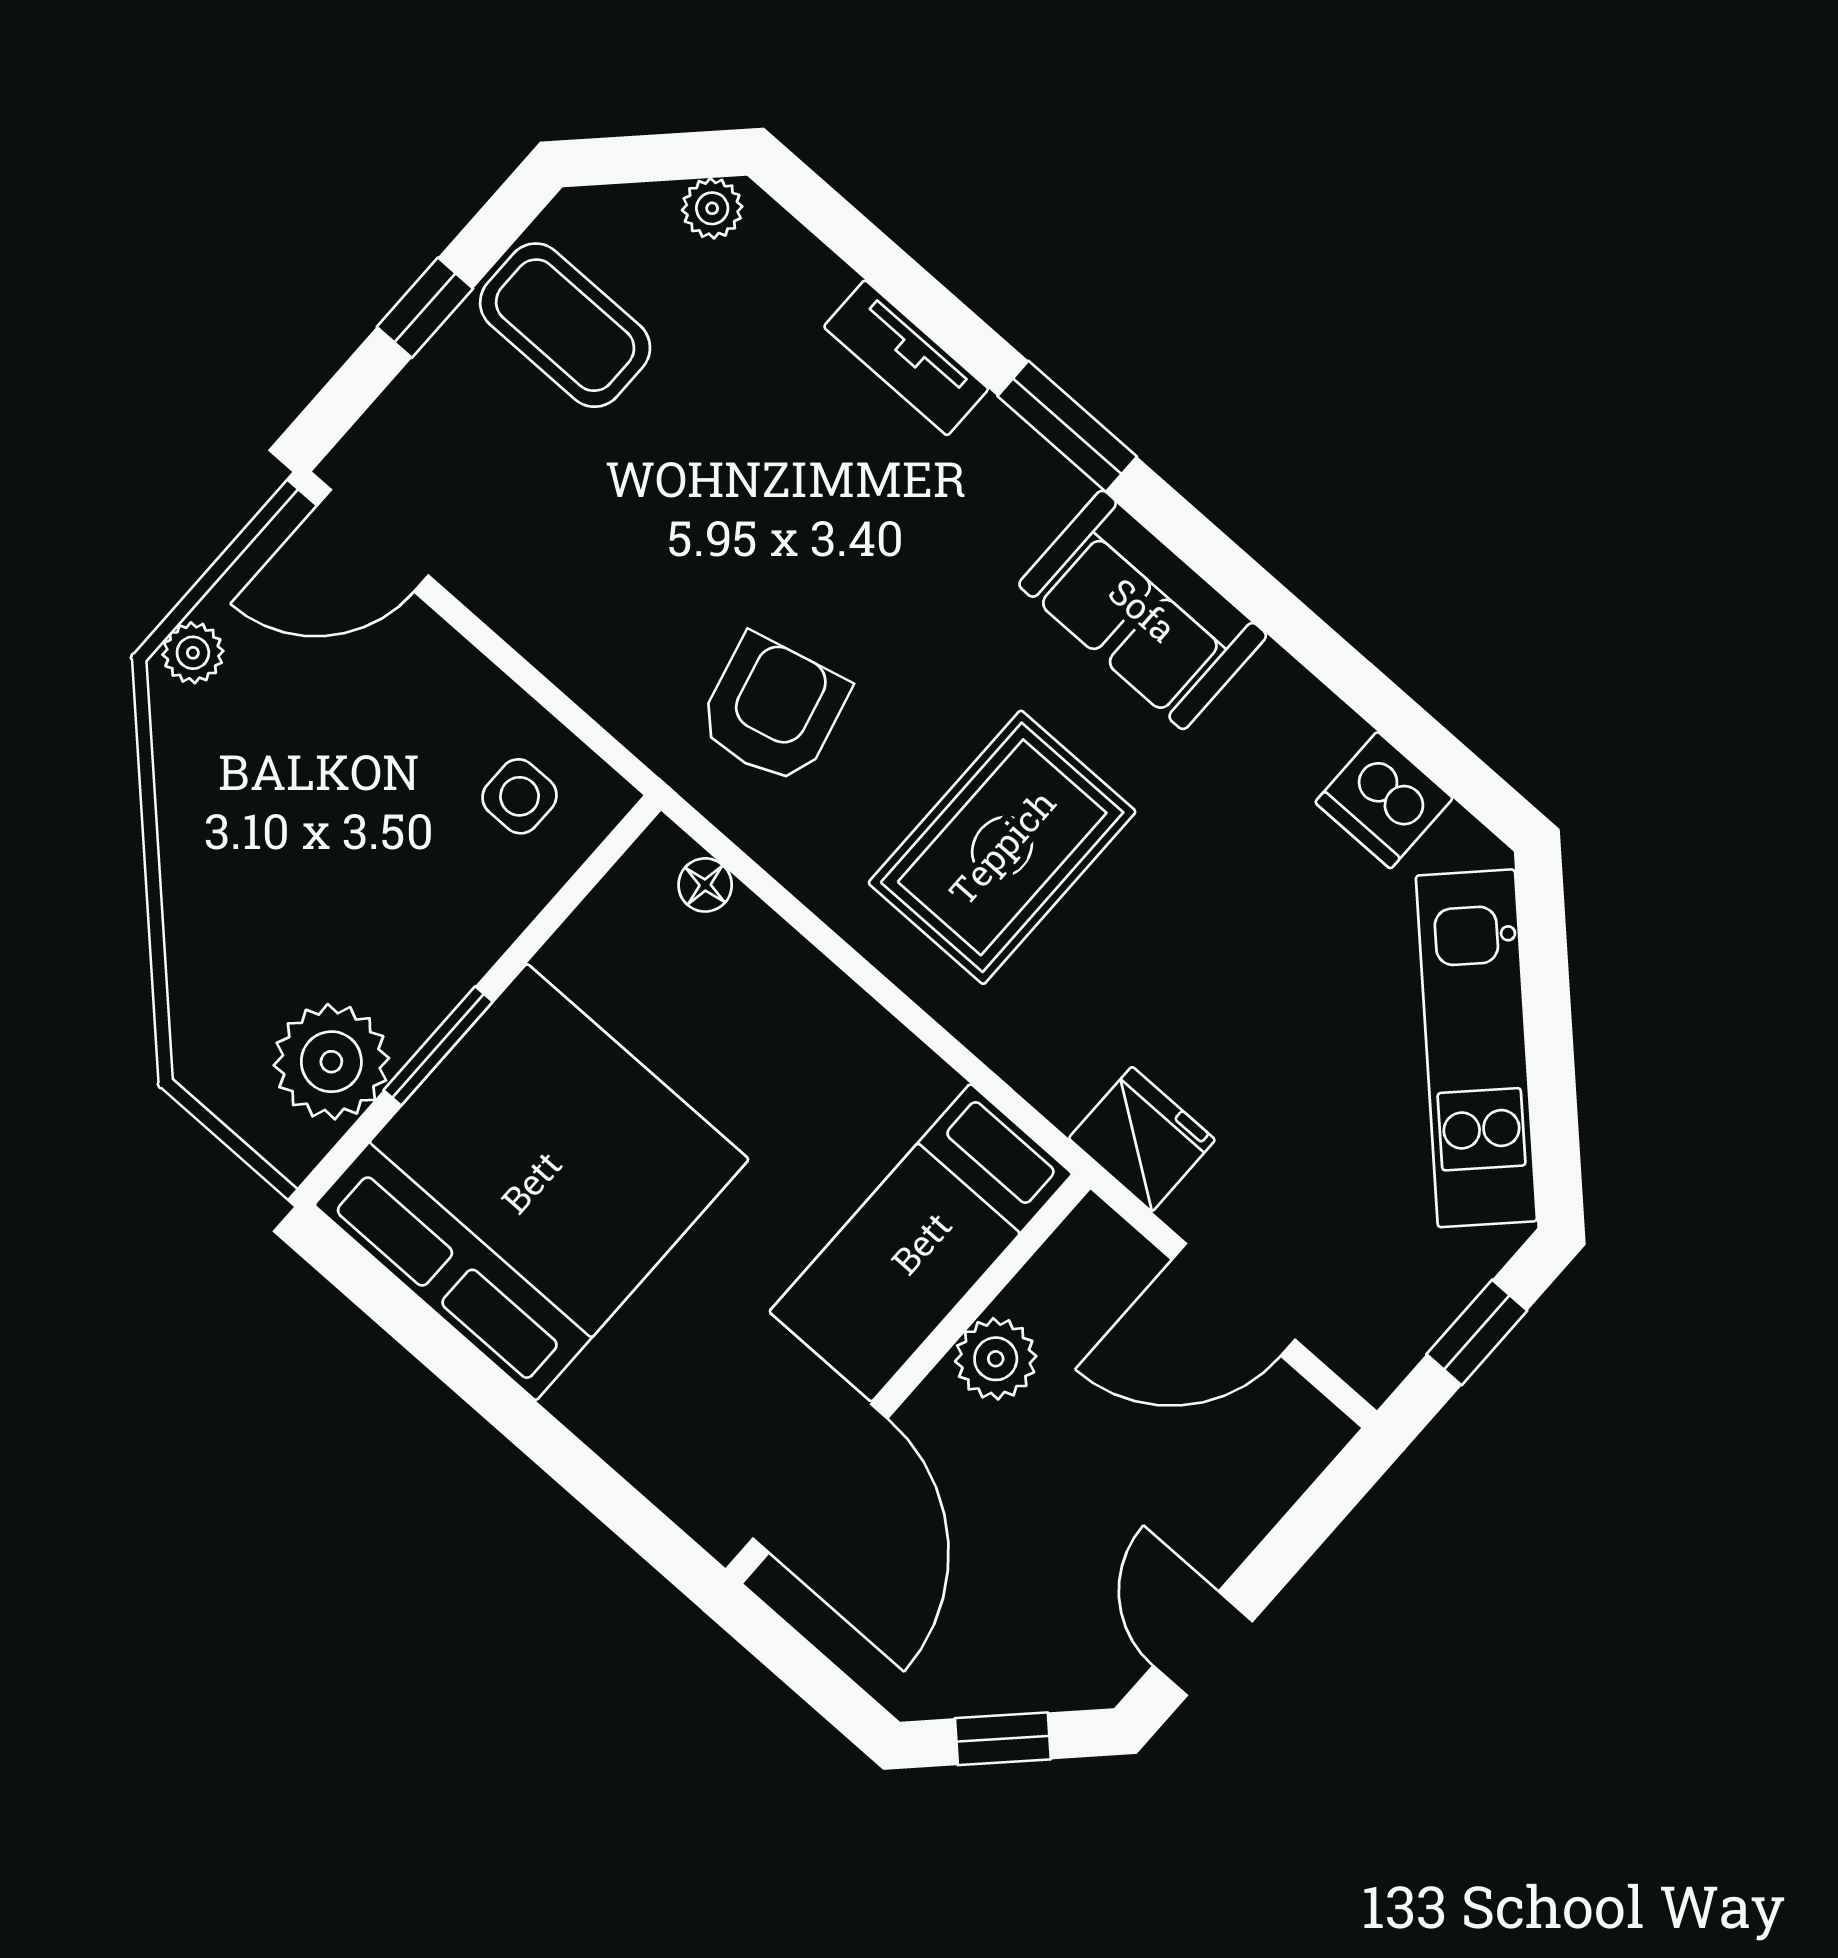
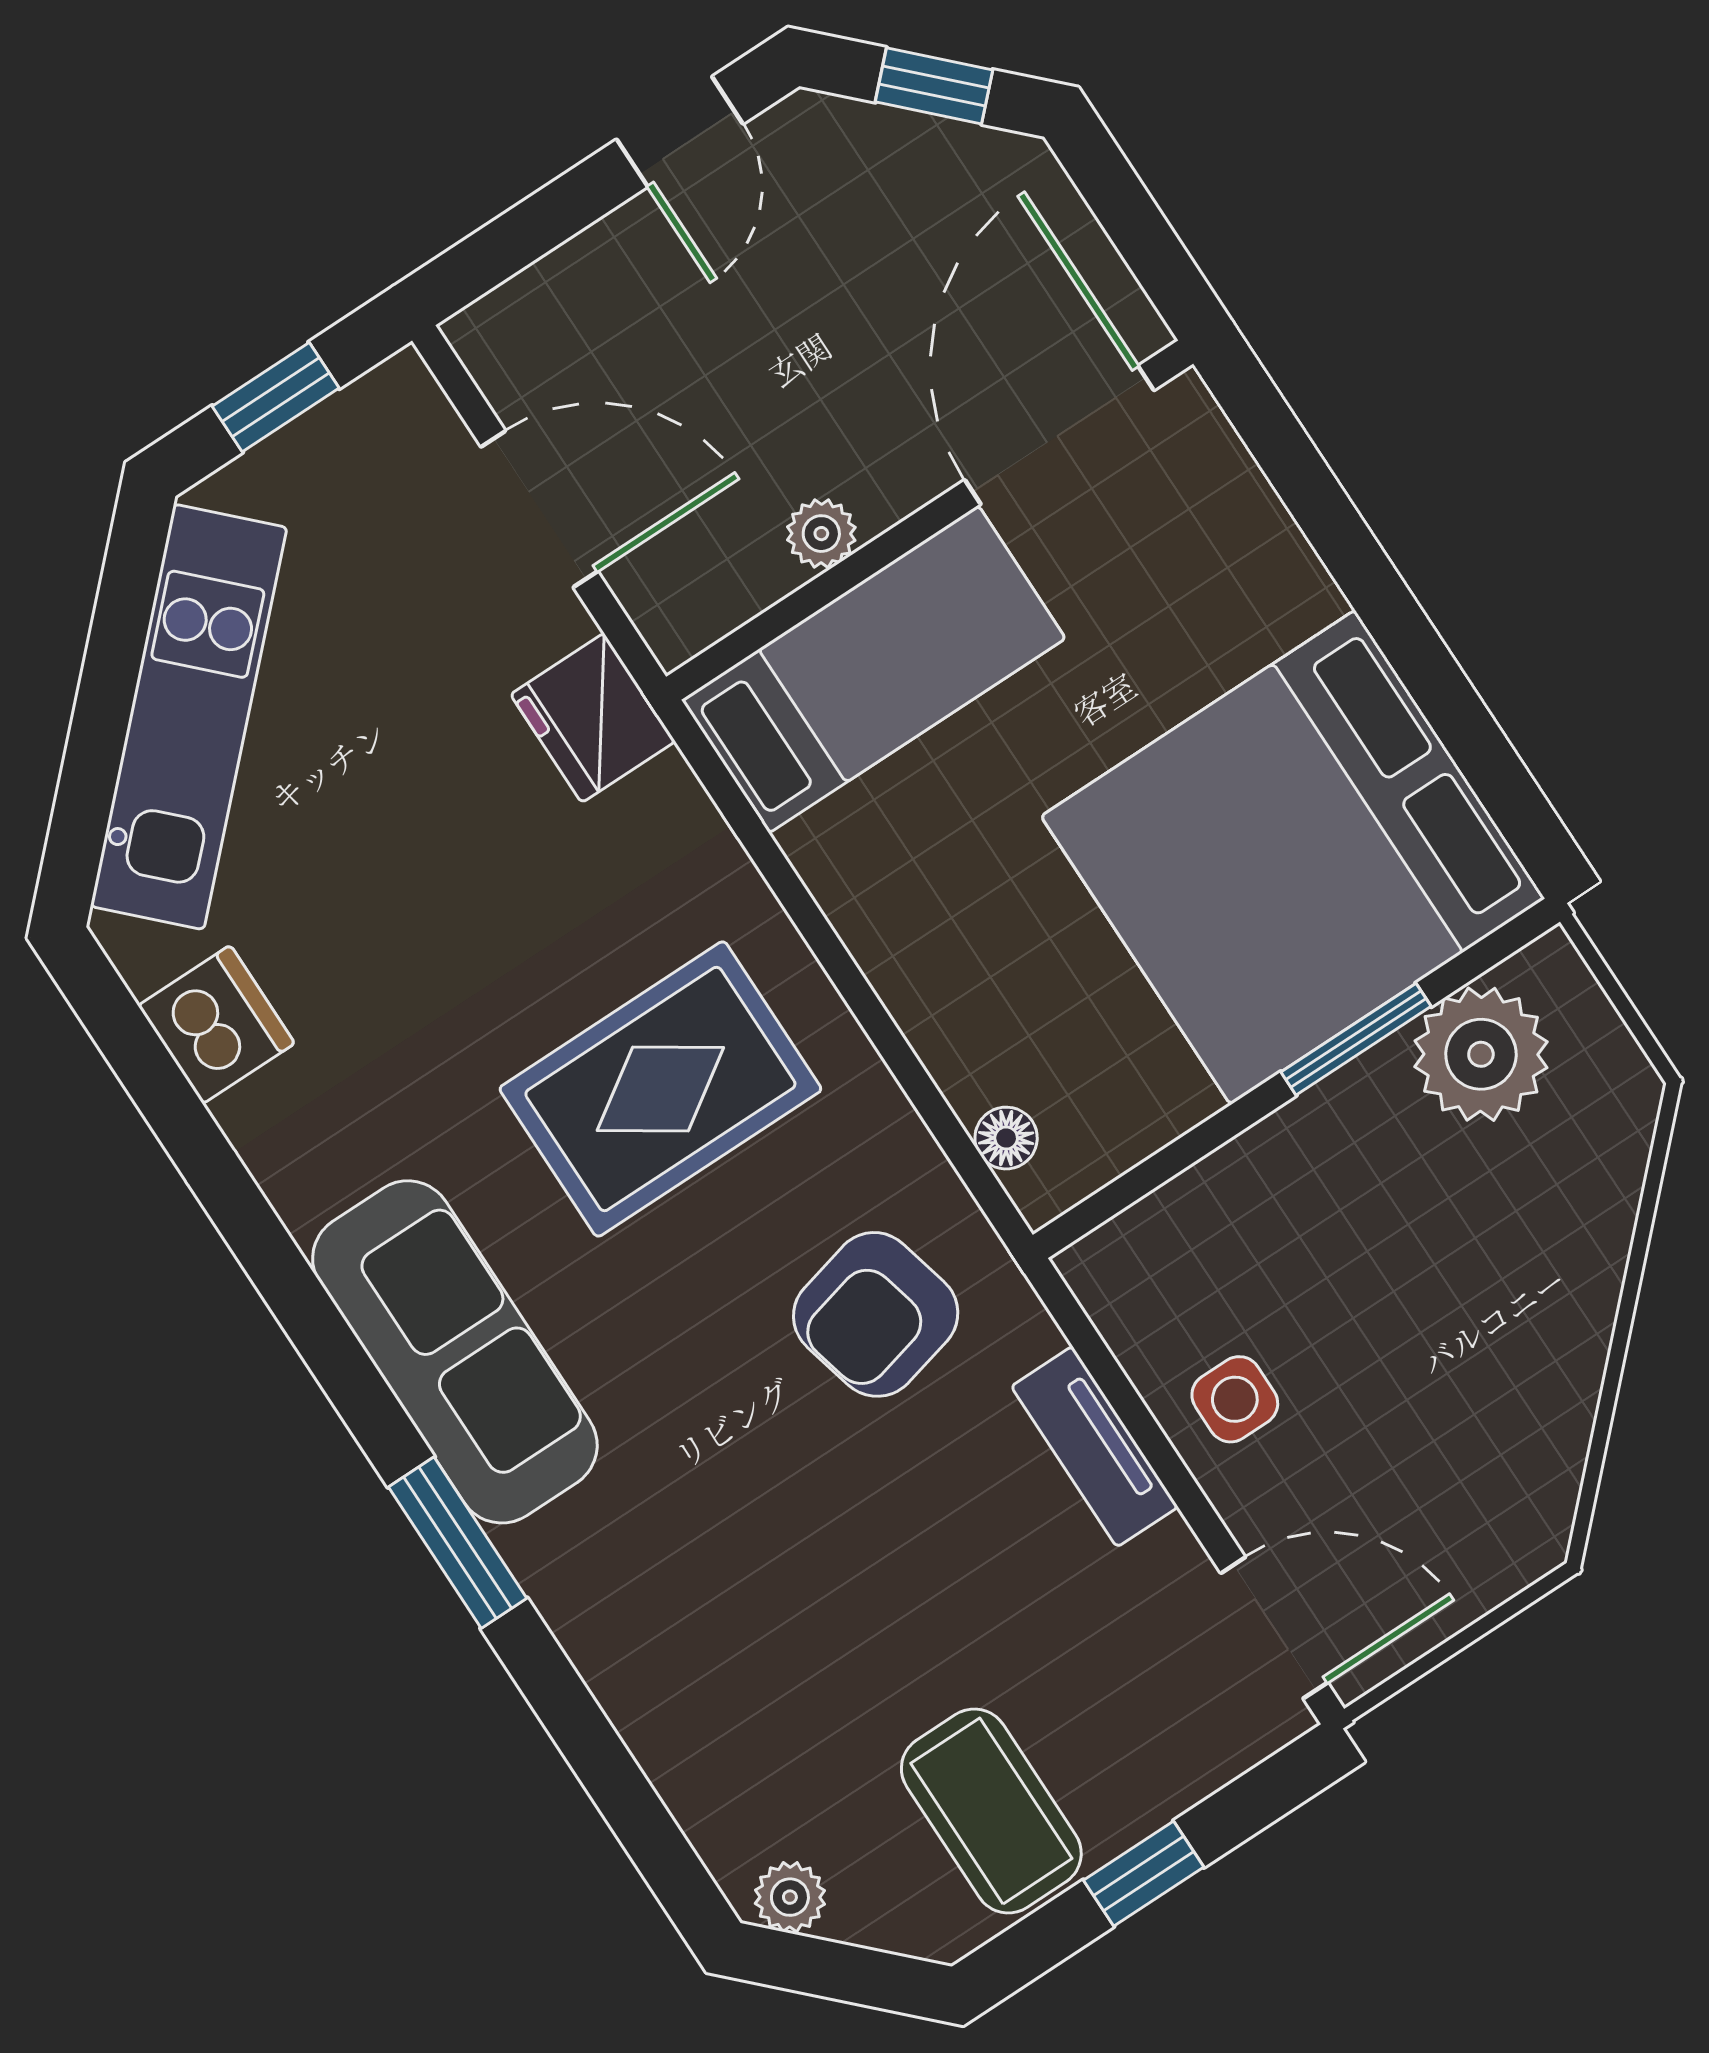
tv unit: (906, 358) -> (1095, 1447), moved, turned 180
sofa: (1143, 610) -> (455, 1352), width x1.36
plant: (193, 653) -> (1511, 1557), removed
side table: (520, 796) -> (1235, 1399), moved
plant: (996, 1359) -> (821, 534), width x0.73, depth x0.73

